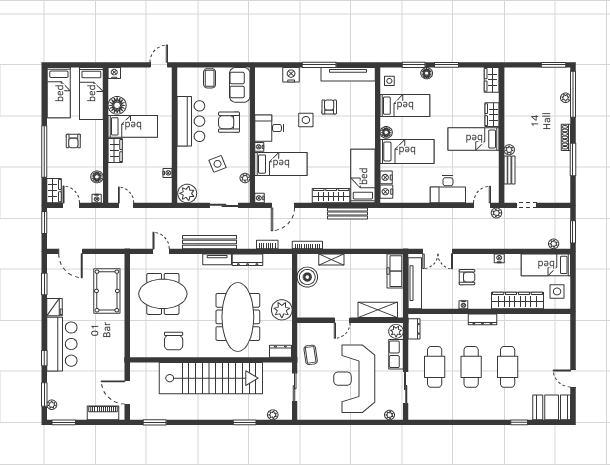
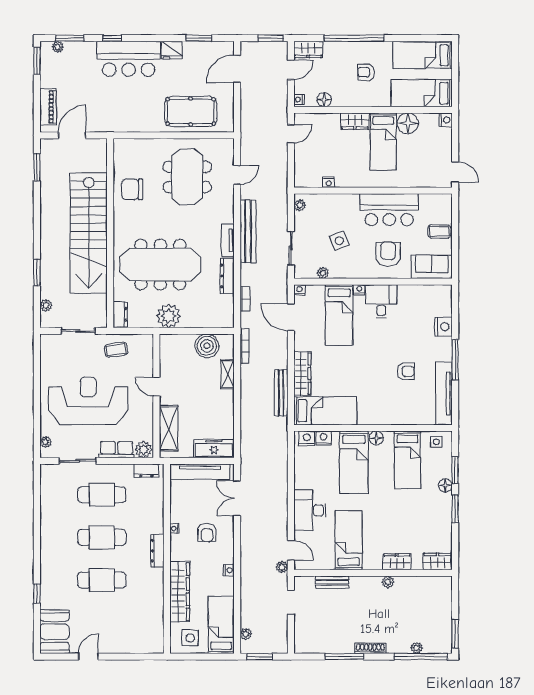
side table: (306, 120) -> (391, 344), removed
bed: (474, 139) -> (349, 540), moved
plant: (509, 150) -> (388, 582), moved
plant: (187, 193) -> (300, 205), width x0.53, depth x0.53

